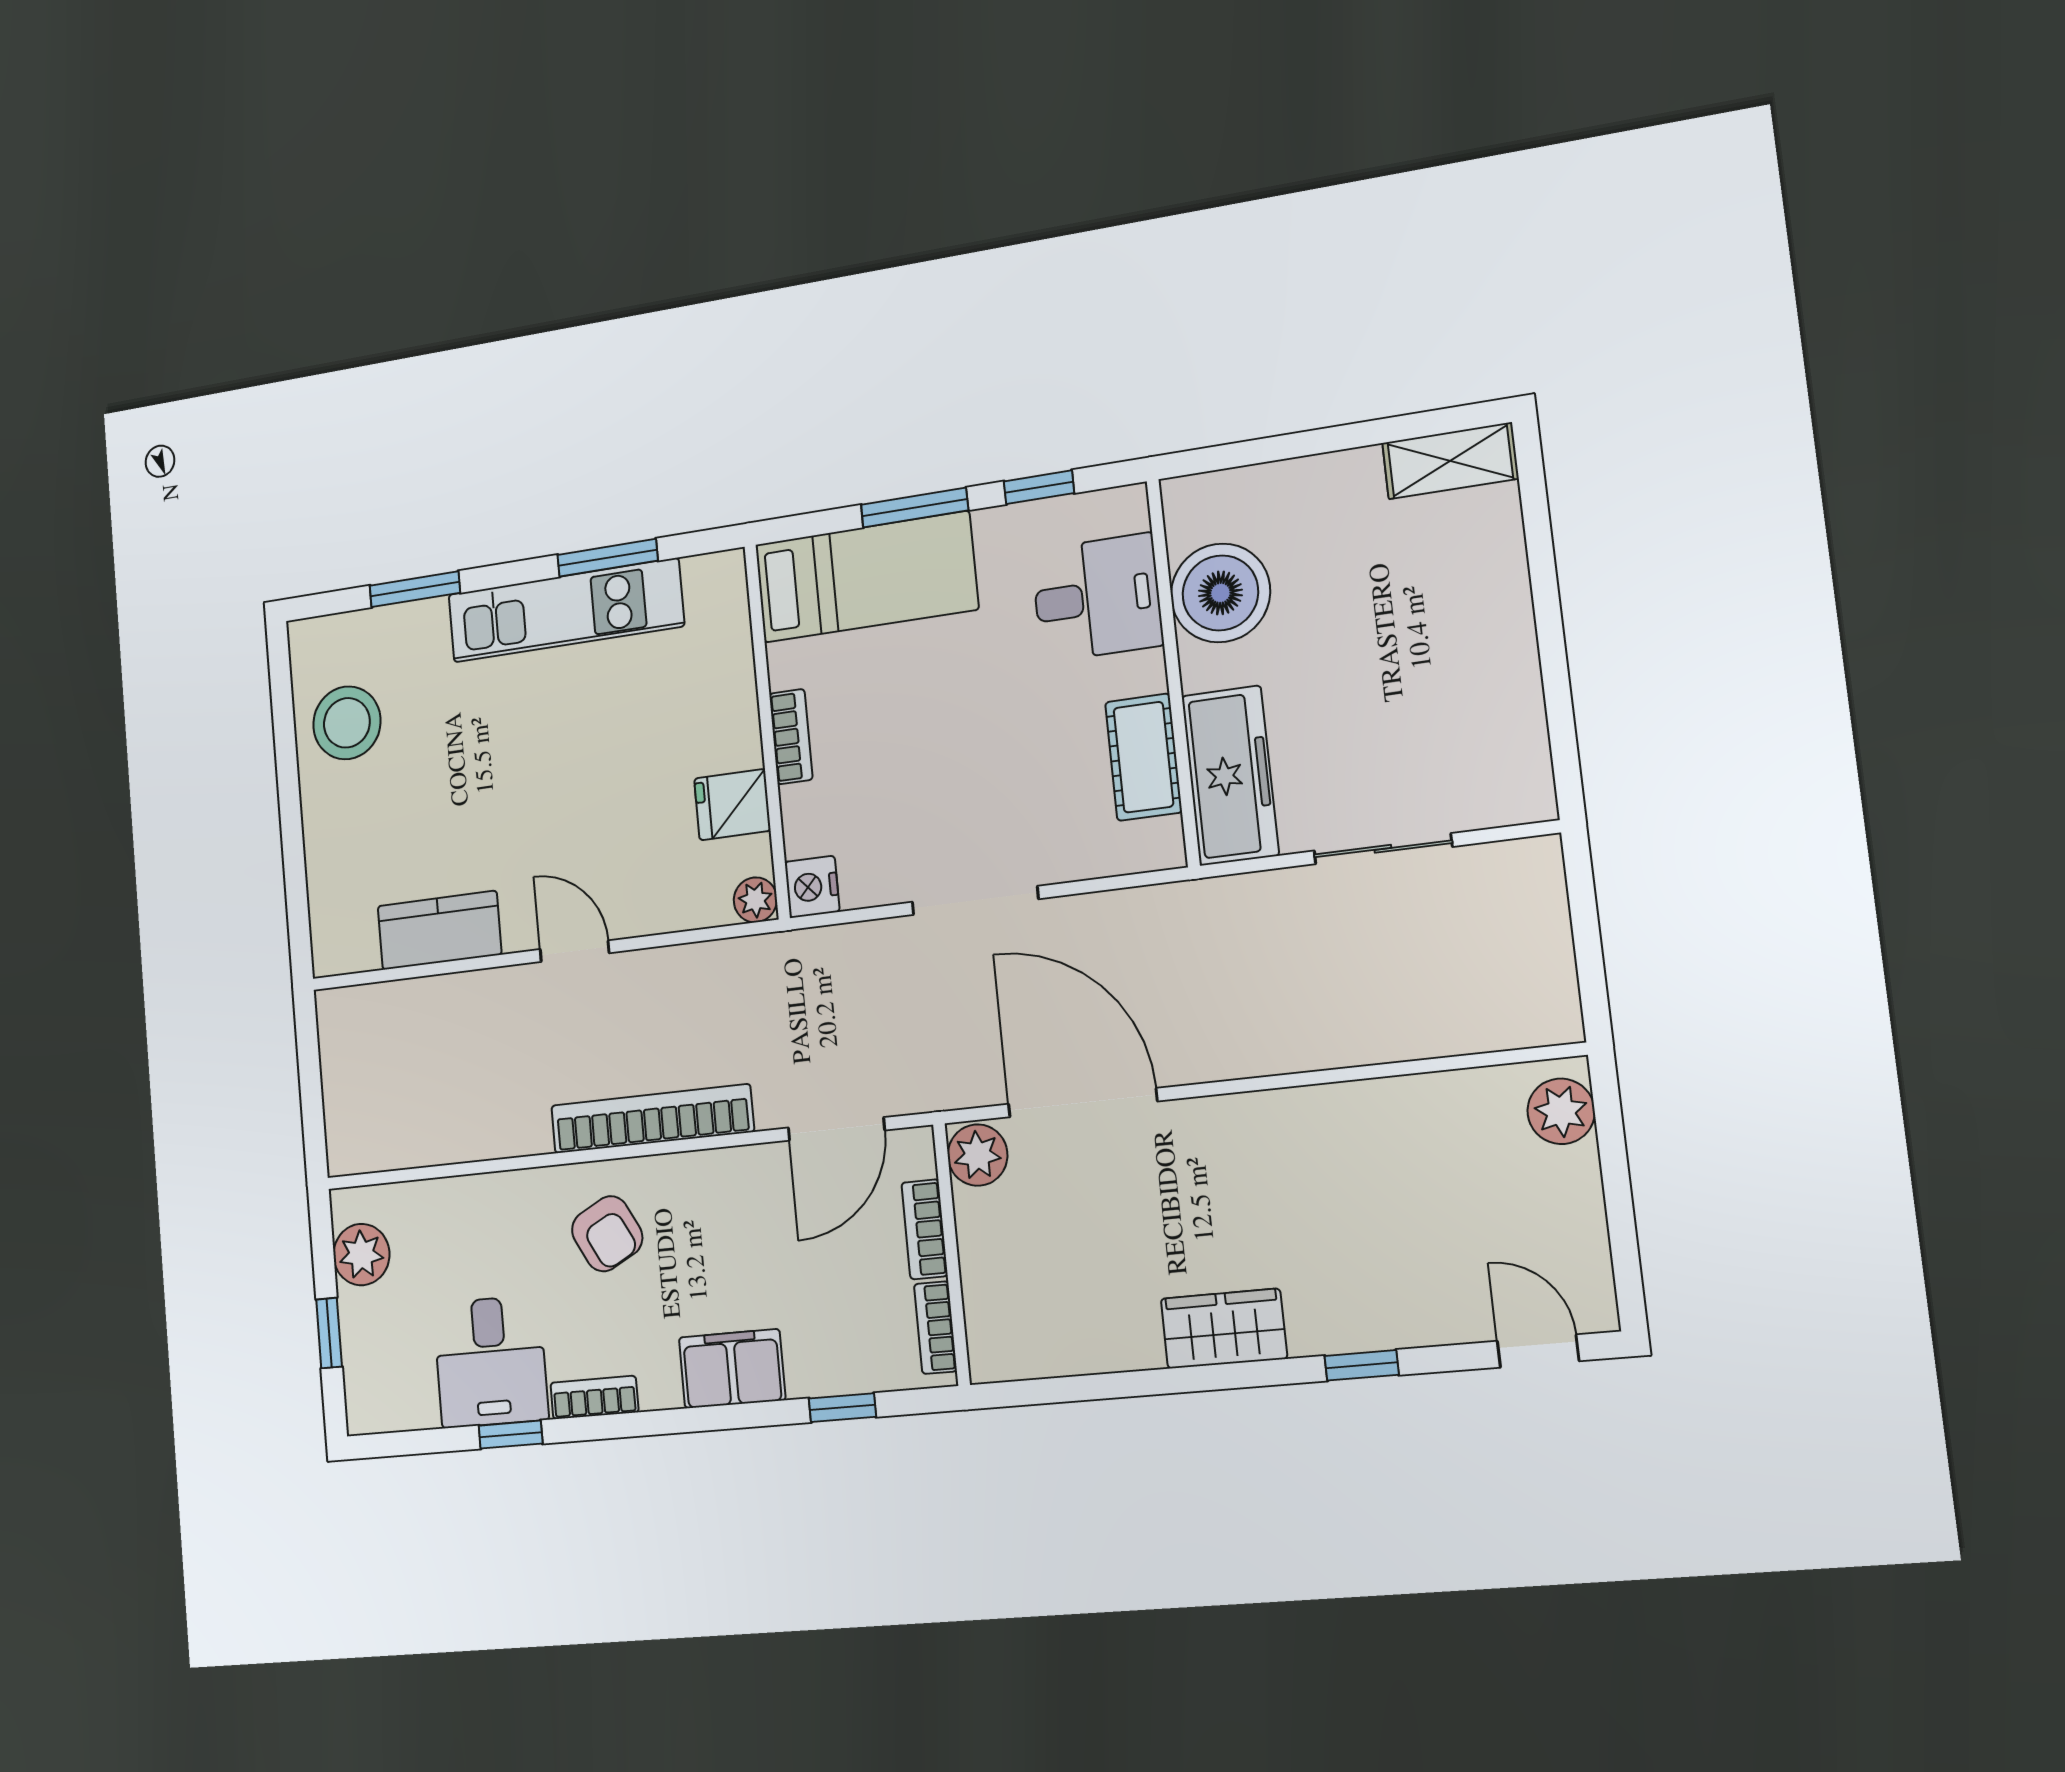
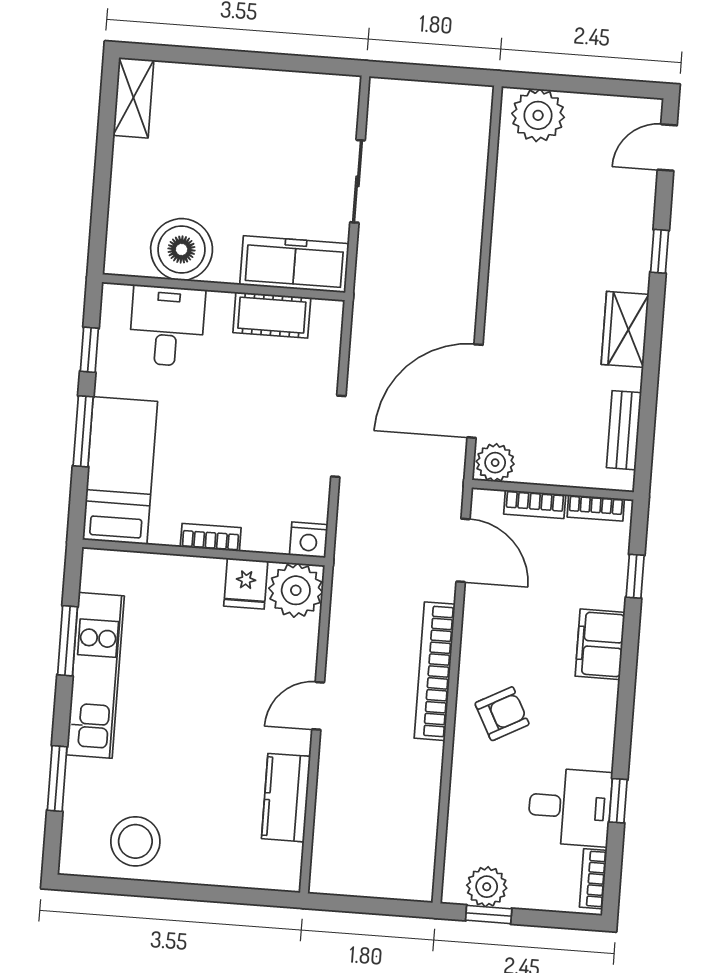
plant: (755, 900) -> (296, 590), width x1.87, depth x1.87
plant: (1561, 1111) -> (538, 115), width x1.36, depth x1.36
window: (329, 1333) -> (489, 914), moved
bench: (1064, 1353) -> (624, 430), added
bookcase: (594, 1397) -> (593, 879), moved

